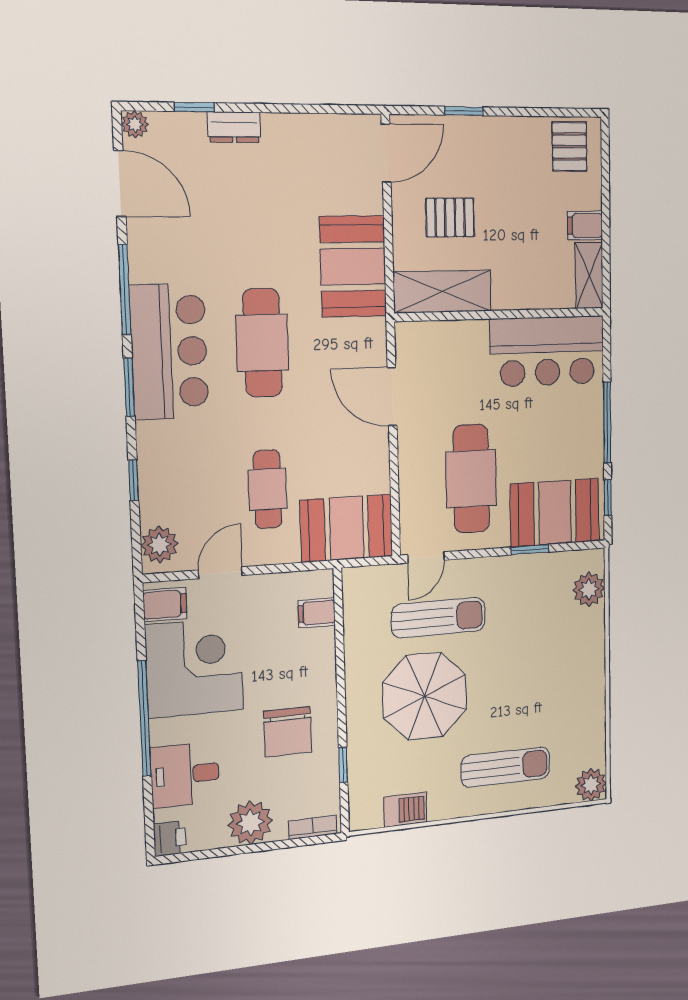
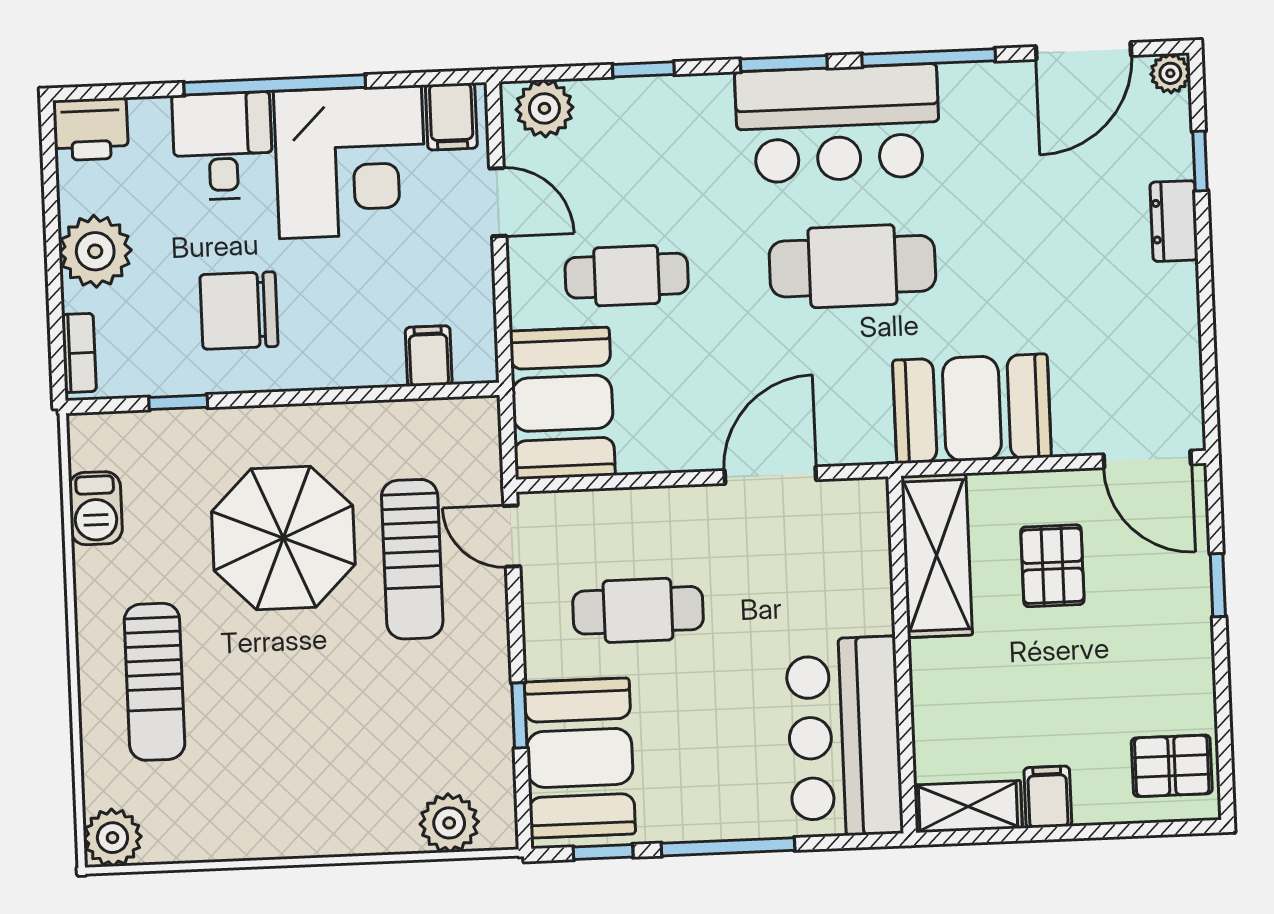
cafe table: (471, 479) -> (638, 610), width x0.73, depth x0.74
desk: (185, 775) -> (223, 146), moved
printer: (170, 838) -> (91, 129), width x1.36, depth x1.24

